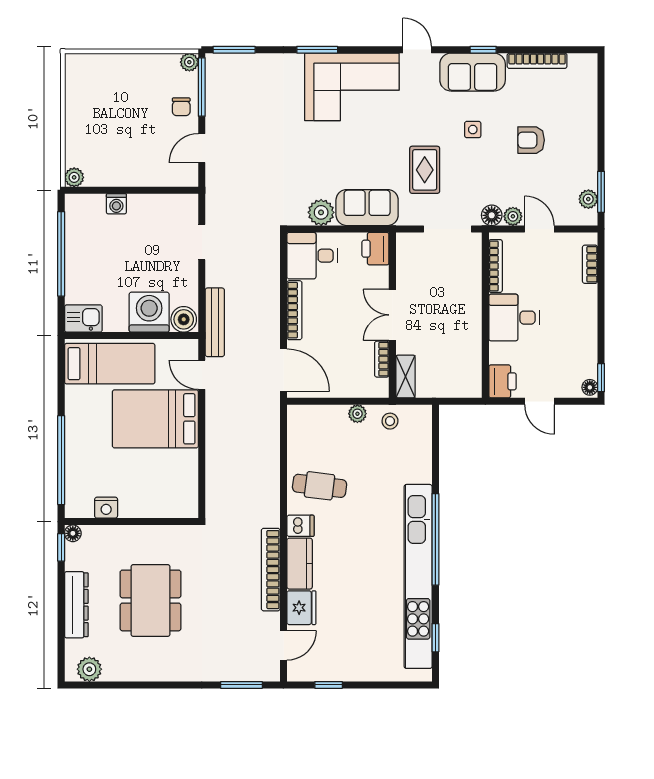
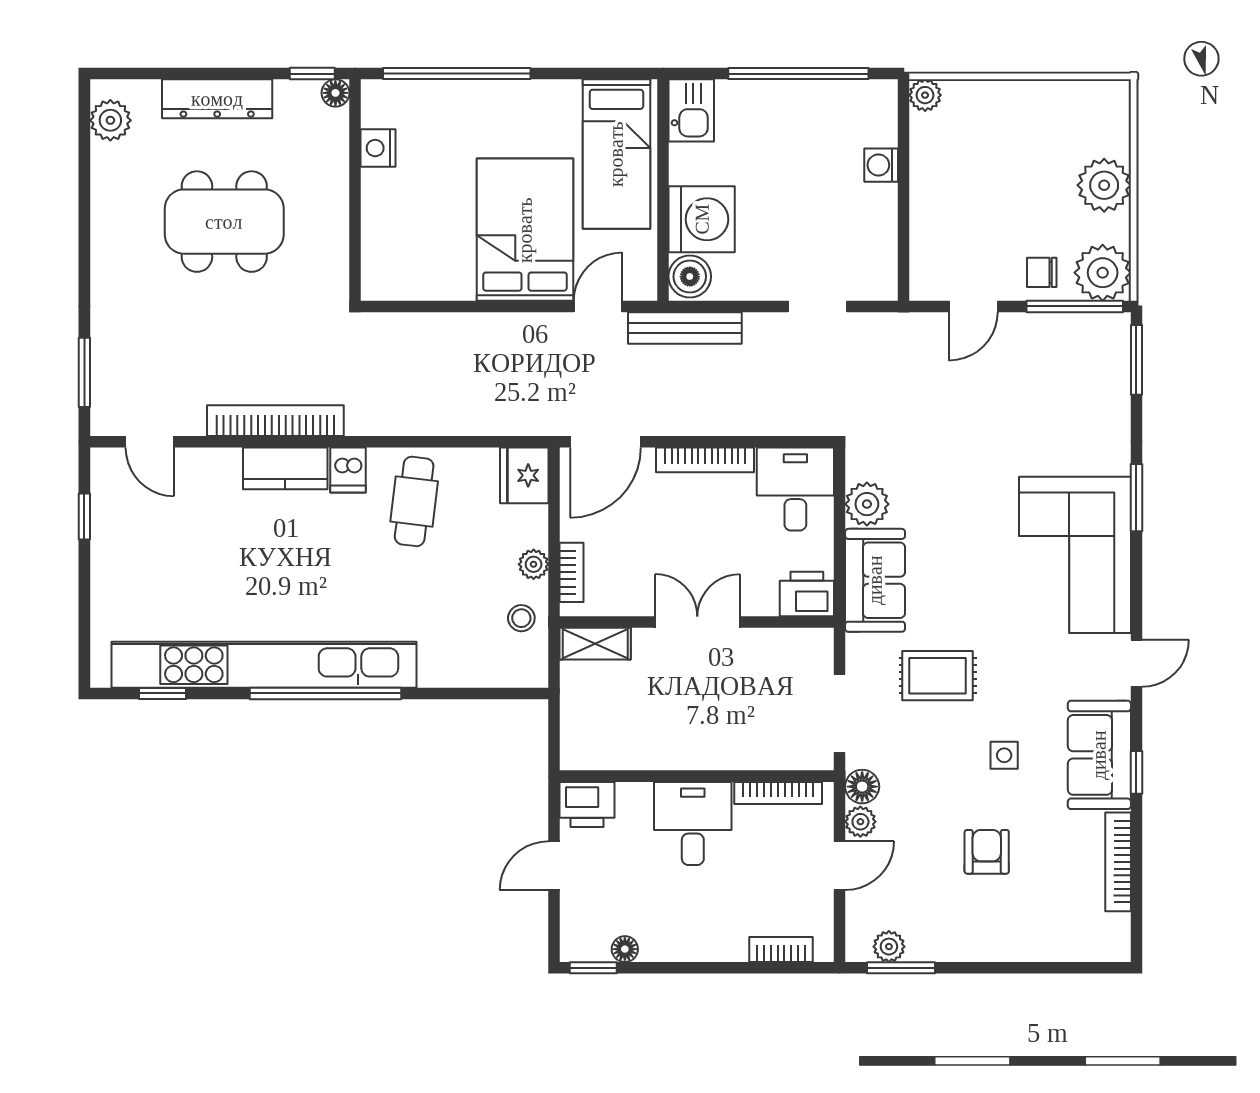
plant: (189, 62) -> (1103, 273), width x1.87, depth x1.87
plant: (129, 69) -> (1104, 185), added
door: (202, 148) -> (973, 306), swing flipped
bookcase: (382, 359) -> (572, 572), moved, turned 90
floor lamp: (590, 387) -> (625, 949), moved
fridge: (301, 608) -> (524, 475), moved, turned 90

